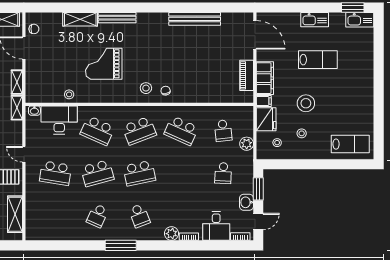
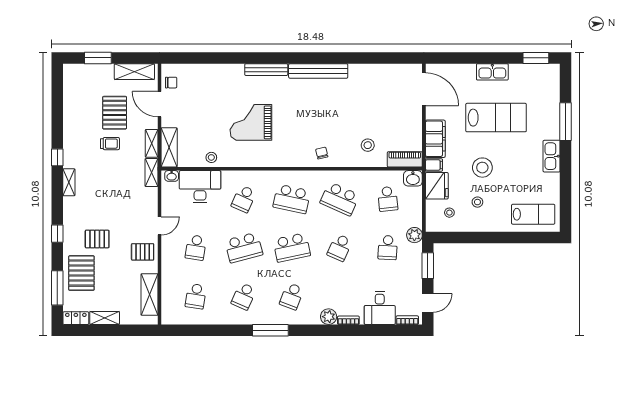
shelving: (80, 19) -> (169, 147), moved, turned 90
bench: (195, 19) -> (318, 71), moved
kitchen sink: (360, 20) -> (552, 156), moved, turned 90
lab bench: (318, 60) -> (496, 118), width x1.36, depth x1.39
window: (379, 63) -> (566, 122), added
piano: (247, 75) -> (405, 159), moved, turned 90
stool: (146, 88) -> (368, 145), moved
school desk: (97, 131) -> (244, 199), width x0.54
school desk: (139, 131) -> (292, 199), turned 33
plant: (247, 144) -> (414, 235), moved
door: (24, 154) -> (160, 226), swing flipped
school desk: (55, 173) -> (196, 248), width x0.54
school desk: (181, 173) -> (340, 248), added
washbasin: (246, 202) -> (413, 178), moved, turned -90
school desk: (55, 216) -> (196, 296), added
school desk: (139, 216) -> (292, 296), turned 42

